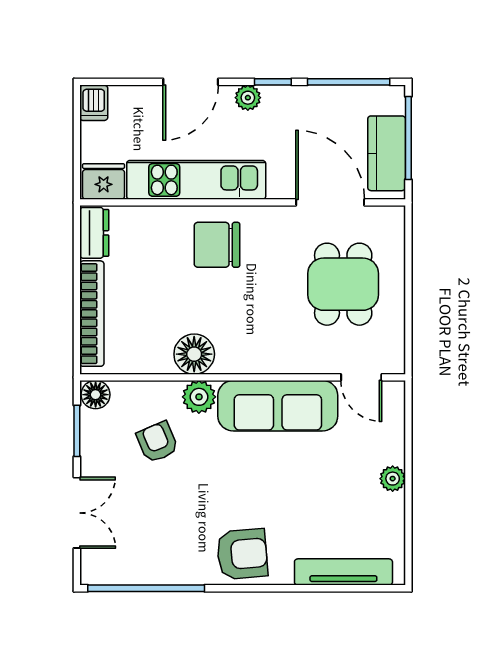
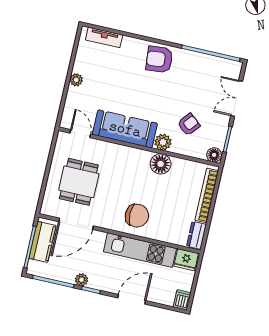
plant: (248, 98) -> (82, 280), moved
door: (330, 202) -> (76, 224), hinge flipped
armchair: (157, 442) -> (189, 124), turned -117
tv unit: (343, 572) -> (104, 37), width x0.71

